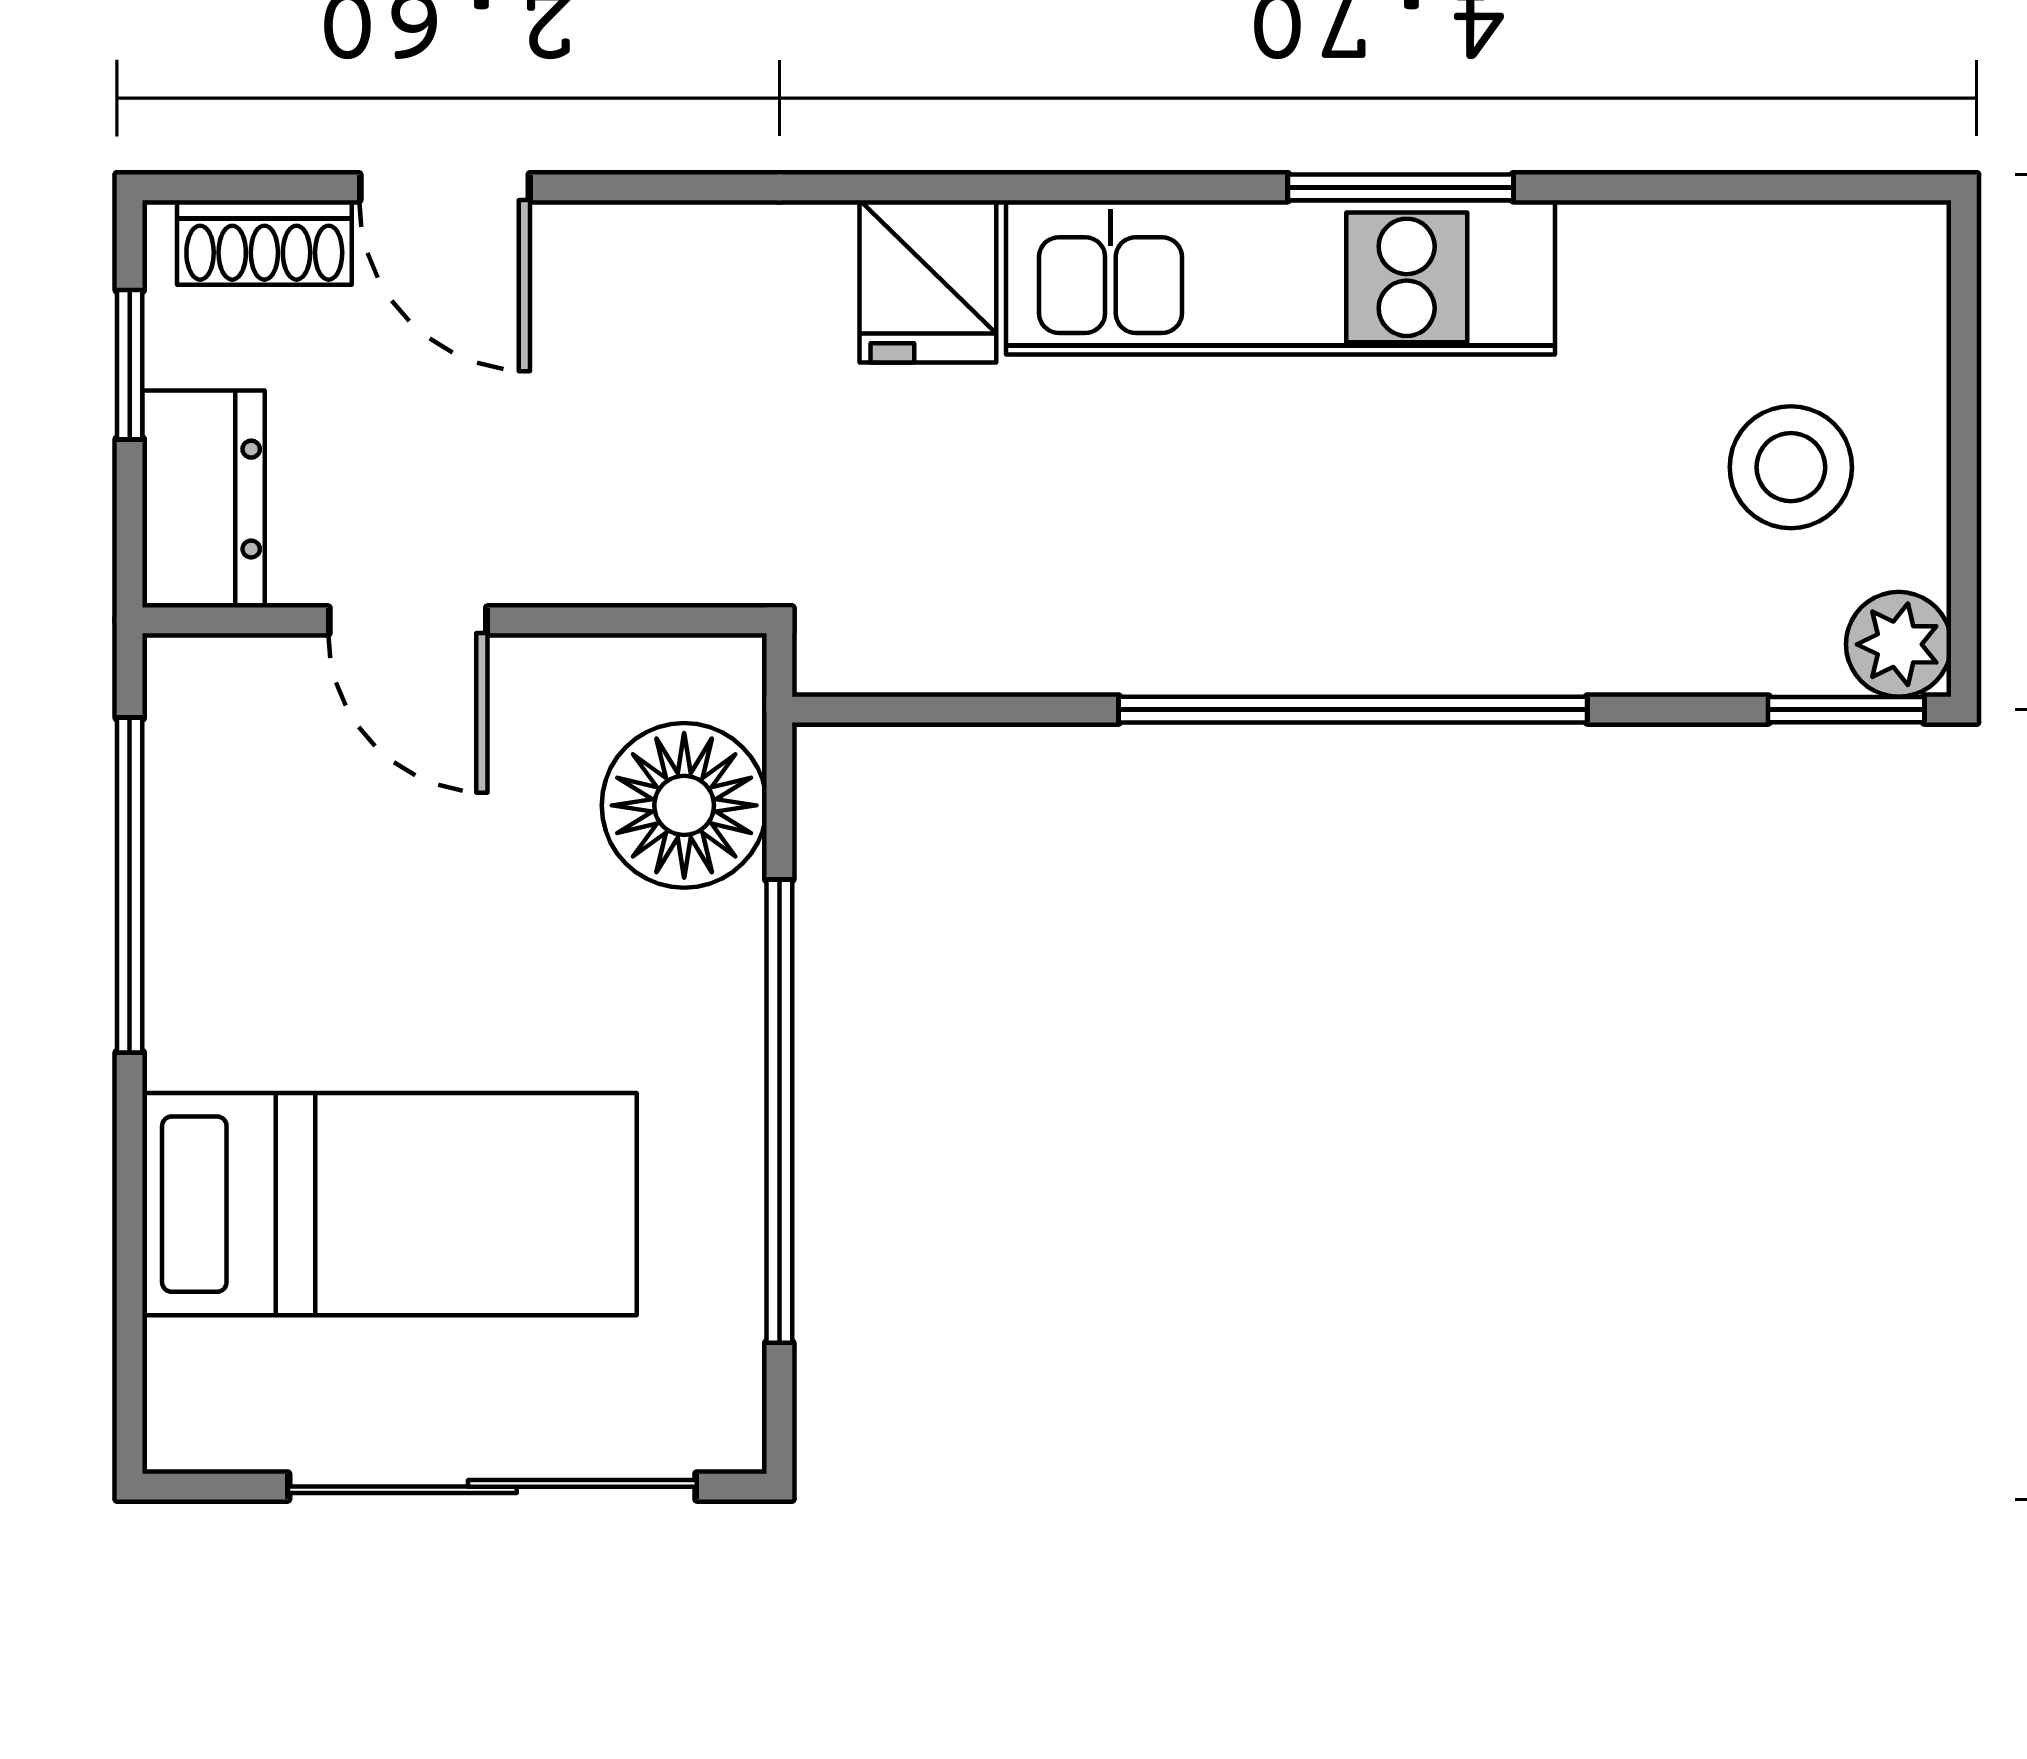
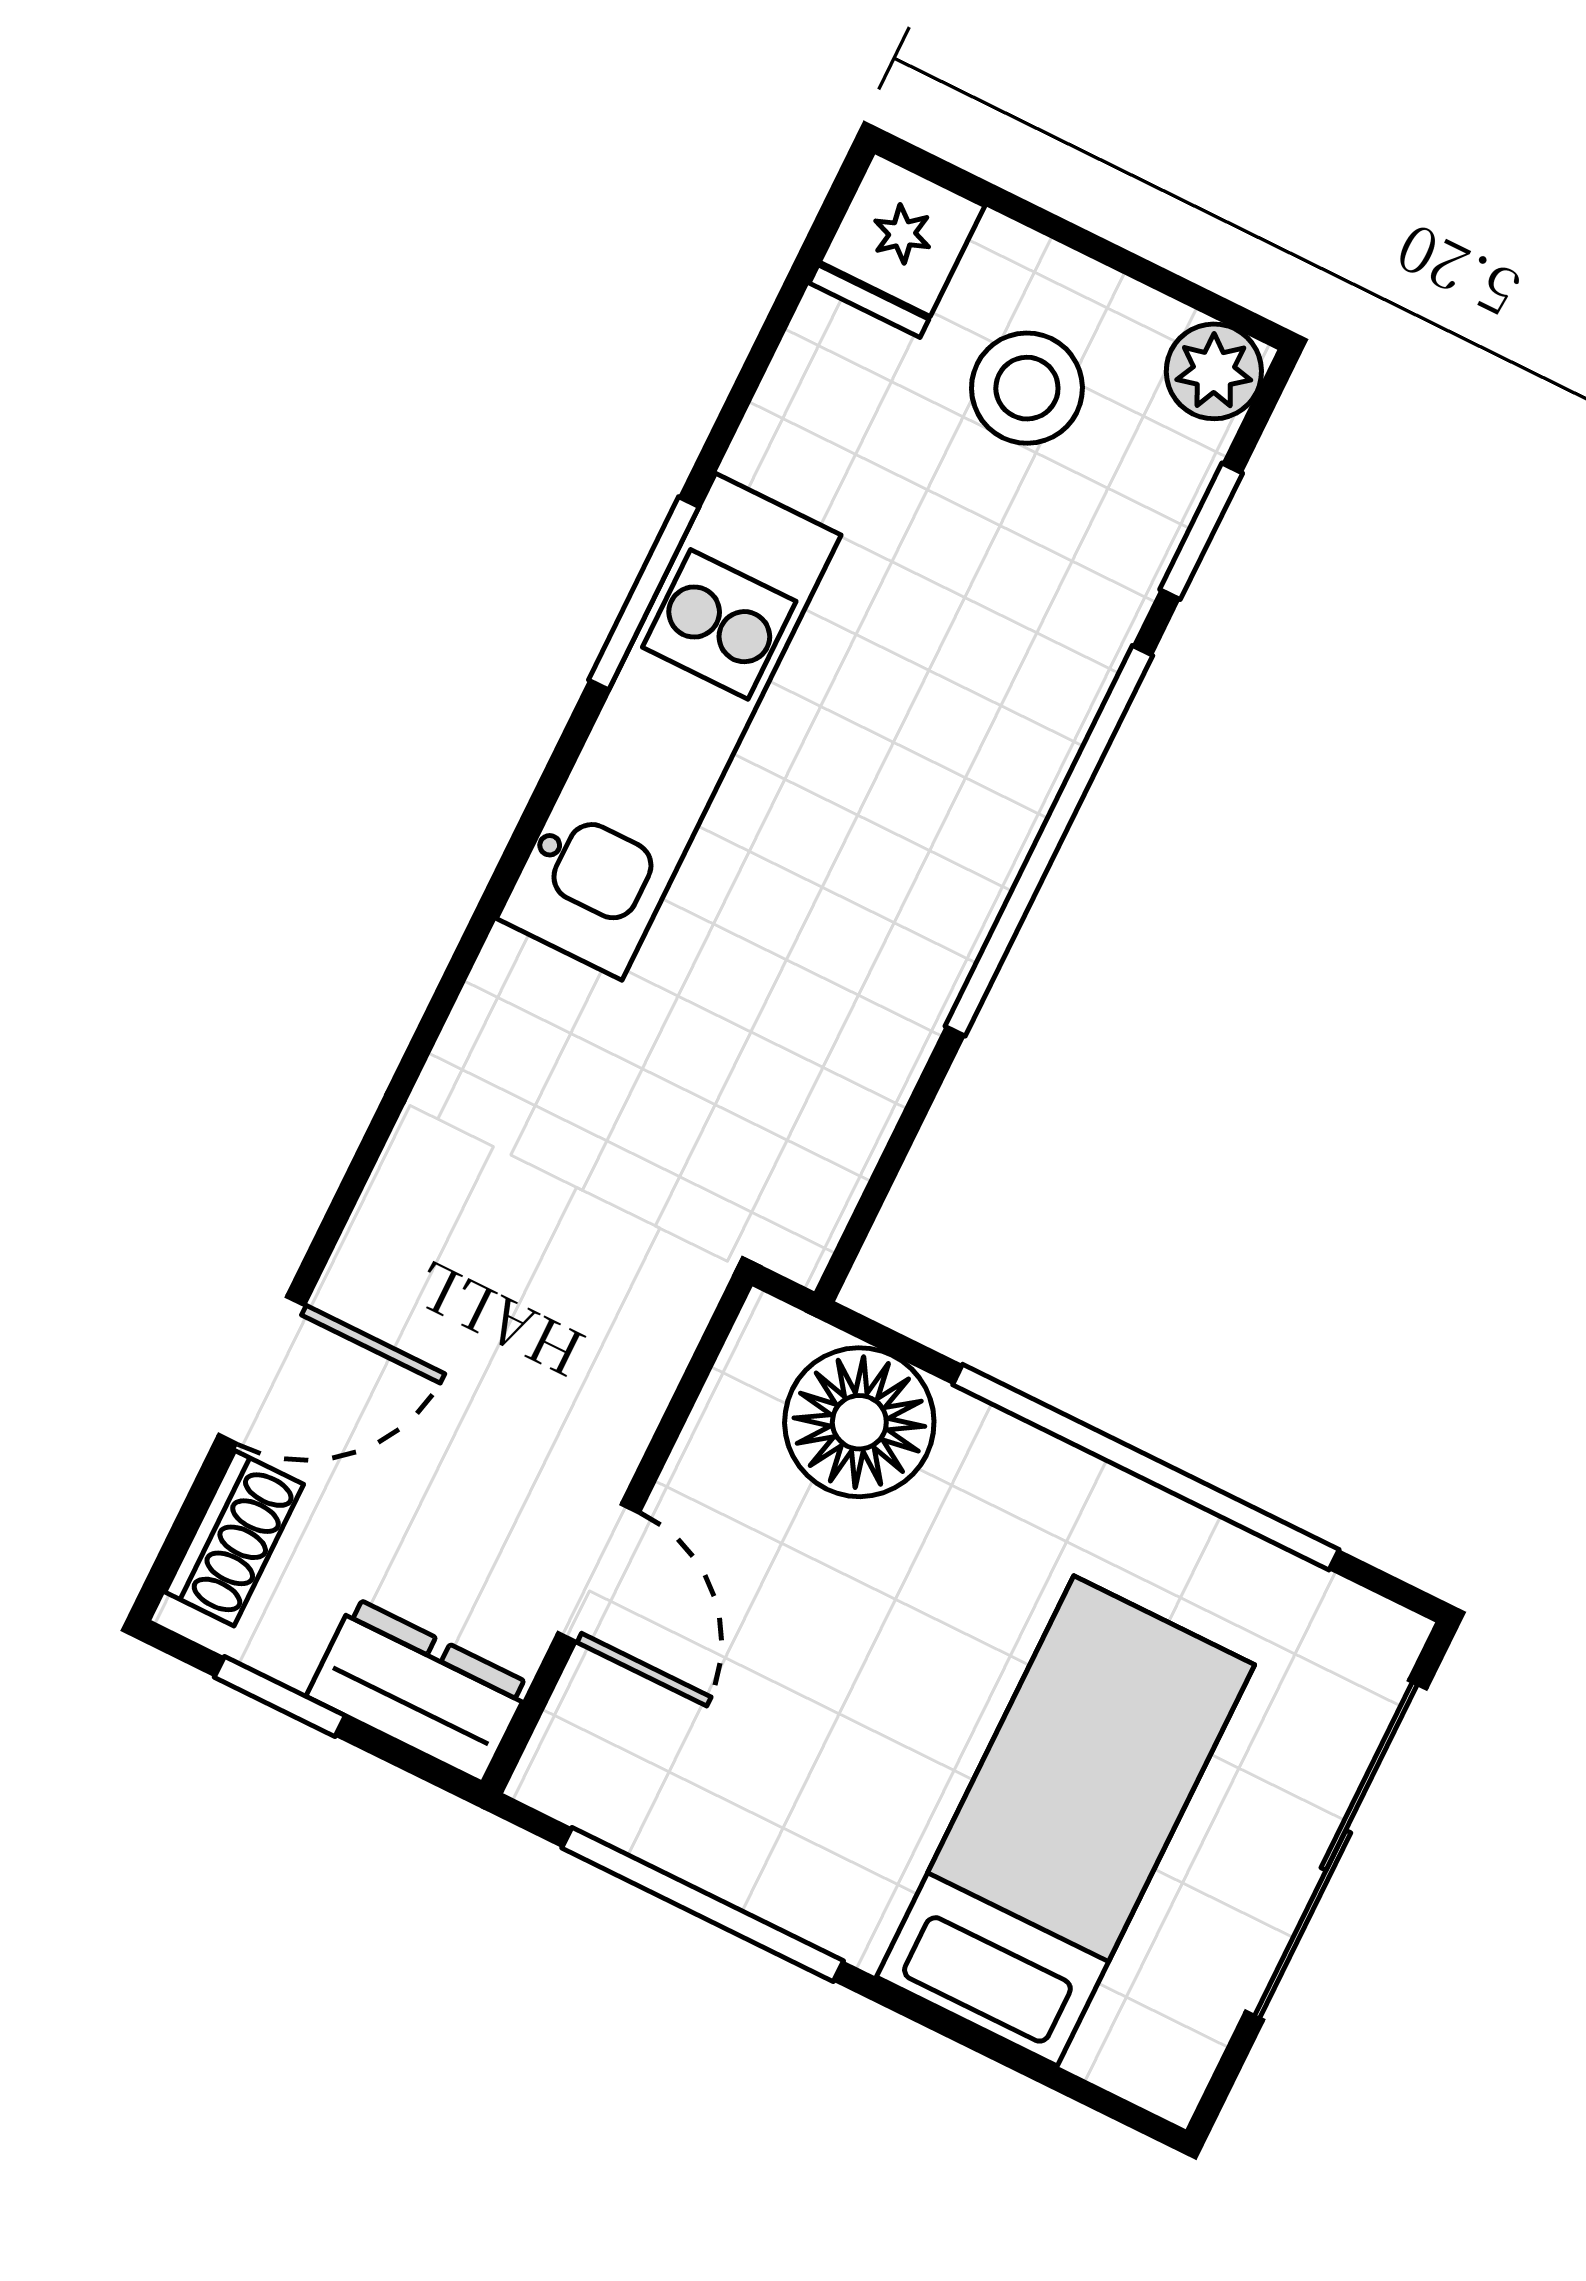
fridge: (928, 281) -> (897, 244), moved, turned 90
door: (408, 620) -> (599, 1573), hinge flipped
window: (1846, 710) -> (1201, 531), moved

